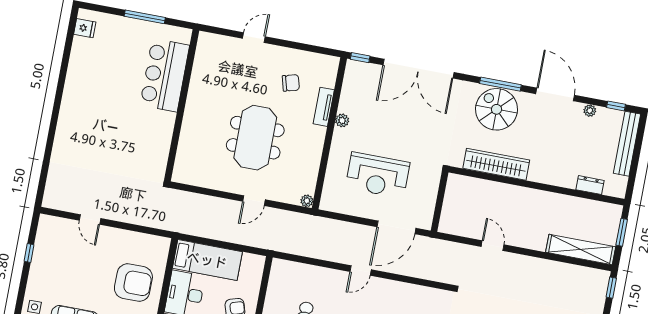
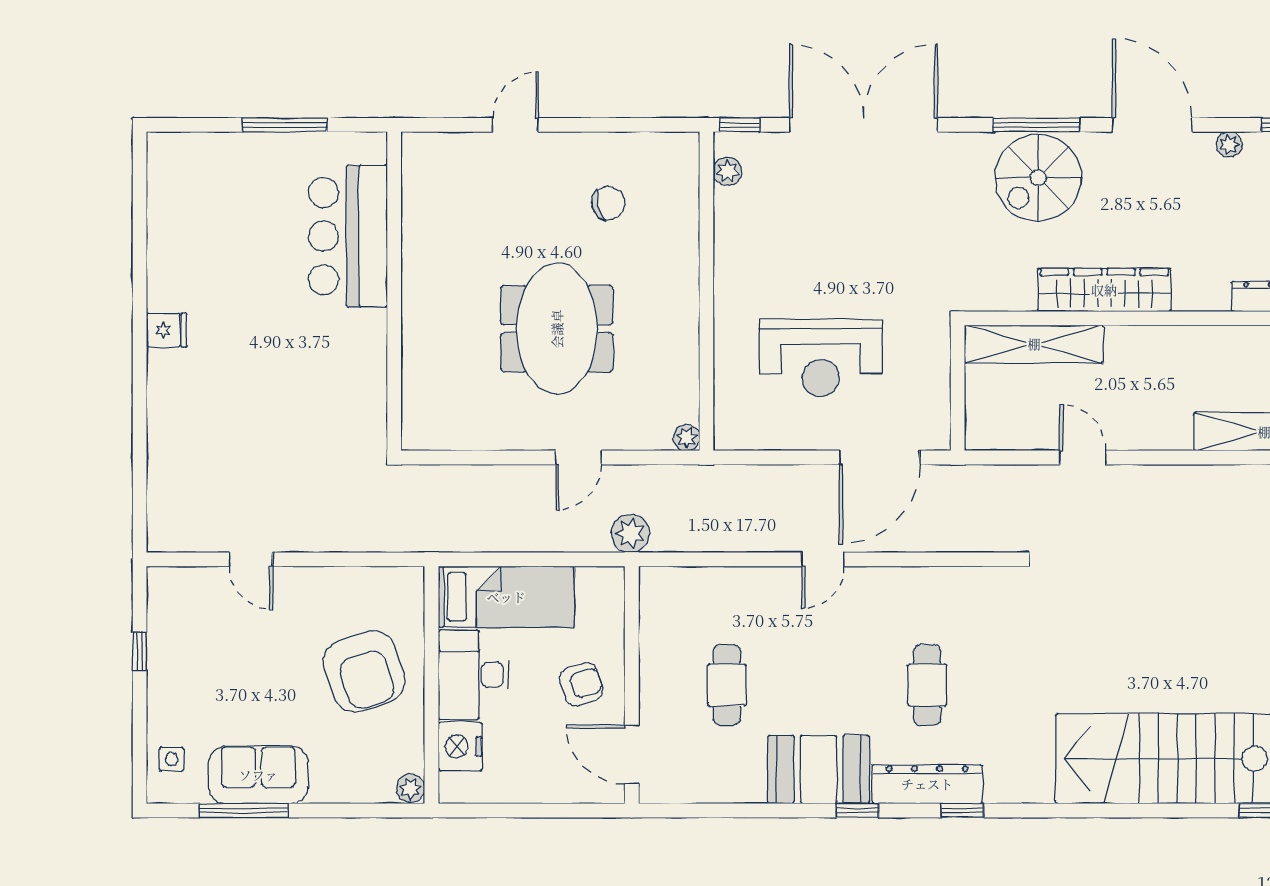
fridge: (85, 28) -> (167, 330), moved
double door: (419, 69) -> (863, 125), swing flipped
tv unit: (324, 107) -> (685, 239), removed
spiral stairs: (496, 109) -> (1038, 178), turned -90
plant: (342, 120) -> (727, 171), moved
wardrobe: (496, 164) -> (1104, 290), moved
shelving: (480, 188) -> (1034, 344), added
plant: (272, 241) -> (630, 533), added
armchair: (133, 283) -> (364, 671), turned 71

